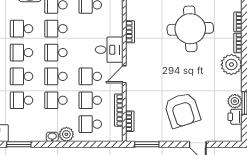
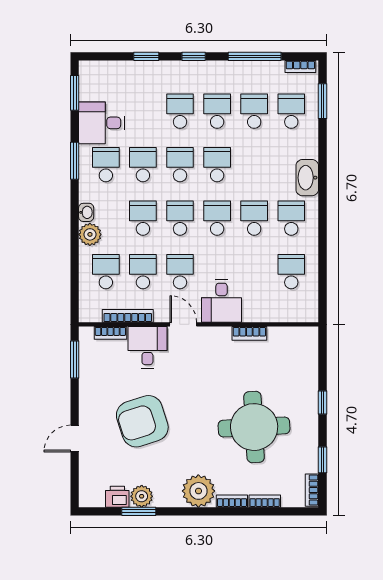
school desk: (22, 29) -> (106, 165), moved
desk: (139, 97) -> (147, 347), added
armchair: (182, 110) -> (142, 421), moved

